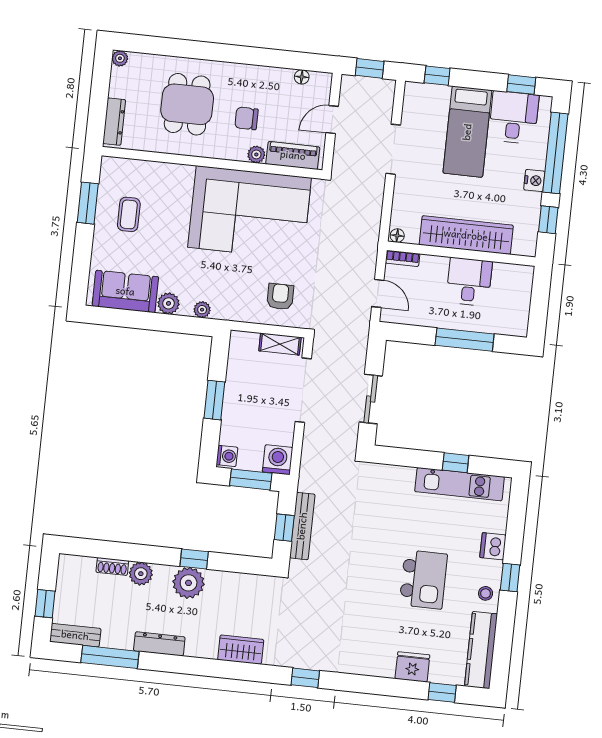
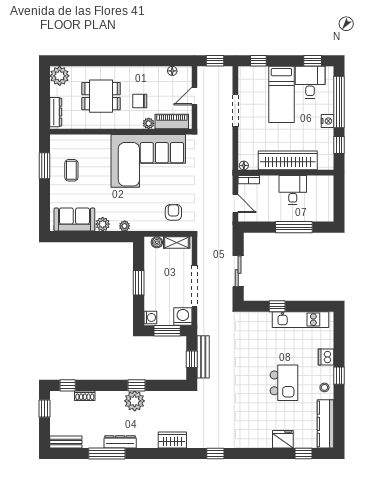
plant: (120, 58) -> (60, 76), width x1.88, depth x1.88
dining table: (187, 104) -> (101, 96), turned 90
boiler: (249, 340) -> (157, 242), added
doorway: (303, 390) -> (194, 286), moved
window: (456, 463) -> (277, 306), moved
window: (87, 548) -> (68, 385), added
plant: (141, 574) -> (103, 398), removed
window: (45, 604) -> (44, 408), moved
window: (110, 657) -> (107, 454), moved

